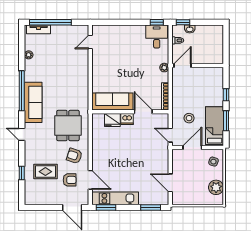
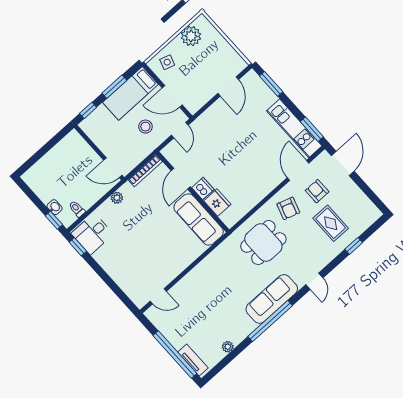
door: (183, 65) -> (113, 168), moved
wall: (198, 65) -> (99, 152), moved

